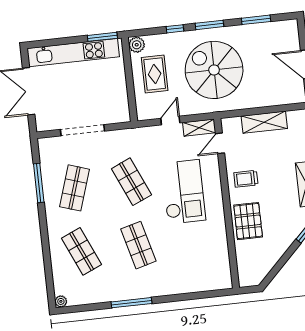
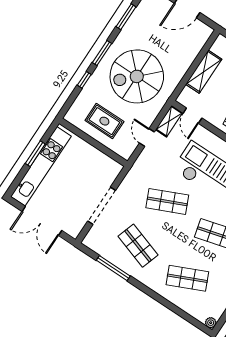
window: (102, 37) -> (35, 154), moved
plant: (137, 45) -> (73, 117), removed

